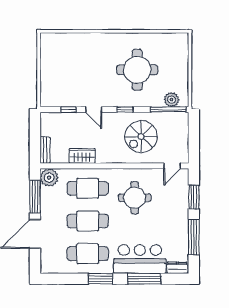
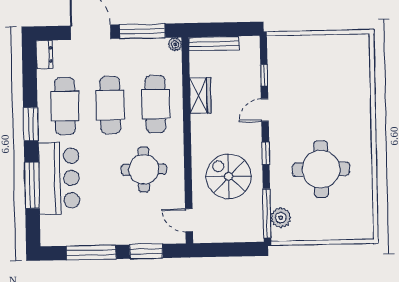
bench: (45, 150) -> (214, 44), width x1.36
plant: (49, 178) -> (175, 44), width x0.53, depth x0.53
dresser: (177, 268) -> (44, 55), moved

